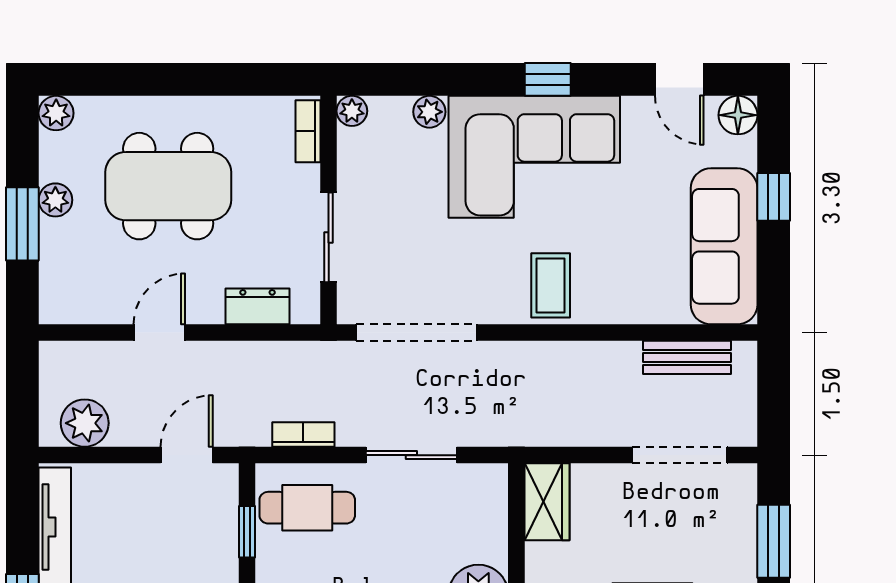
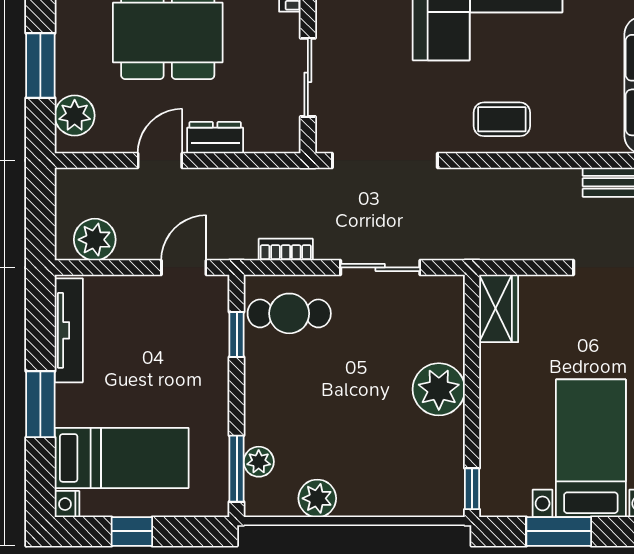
plant: (55, 200) -> (75, 115), moved, width x1.38, depth x1.38
coffee table: (551, 285) -> (502, 119), turned 90
dresser: (258, 306) -> (215, 138), moved

